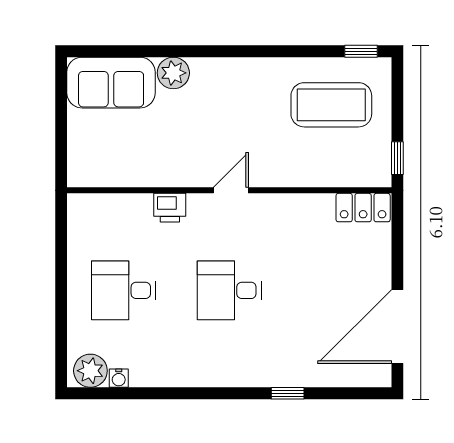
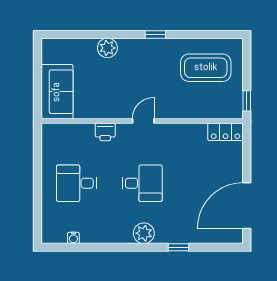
window: (361, 51) -> (155, 34), moved
sofa: (111, 83) -> (57, 92), moved, turned -90
desk: (229, 290) -> (142, 183), turned 180
plant: (90, 371) -> (144, 233), moved

